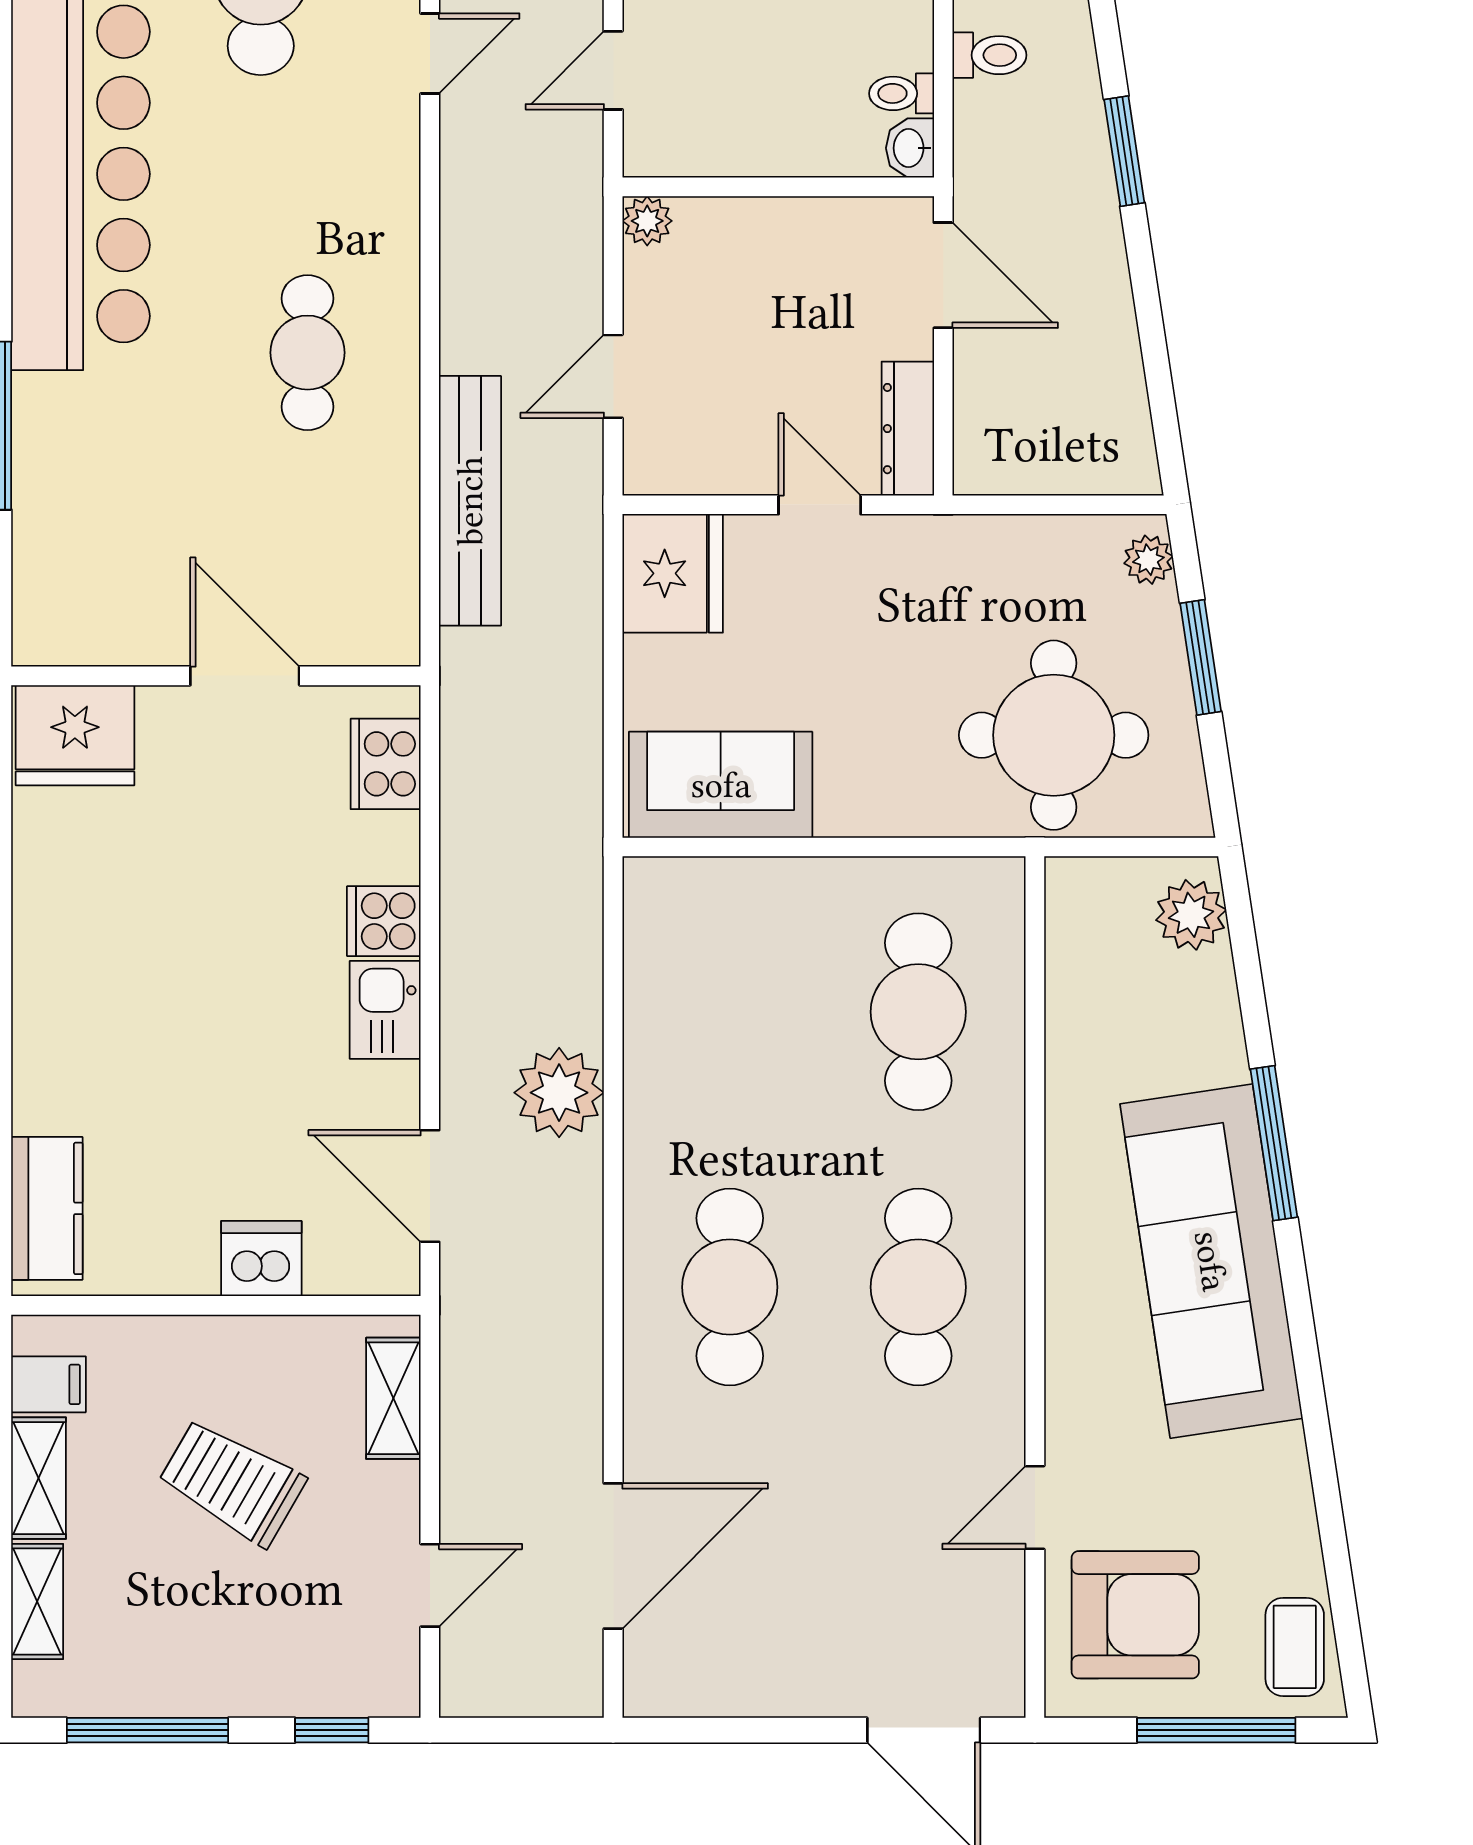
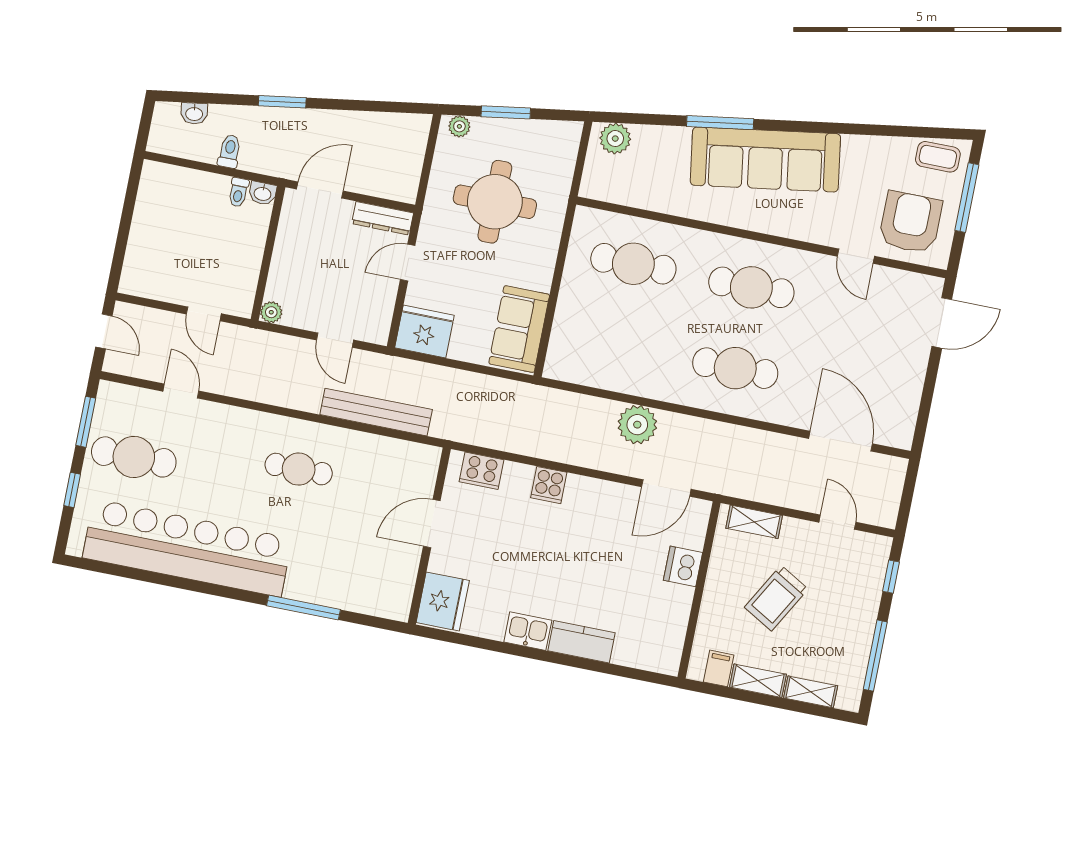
round table: (1054, 735) -> (495, 202), moved
kitchen sink: (385, 1010) -> (528, 631), moved, turned 180
kitchen counter: (47, 1208) -> (582, 642), moved

